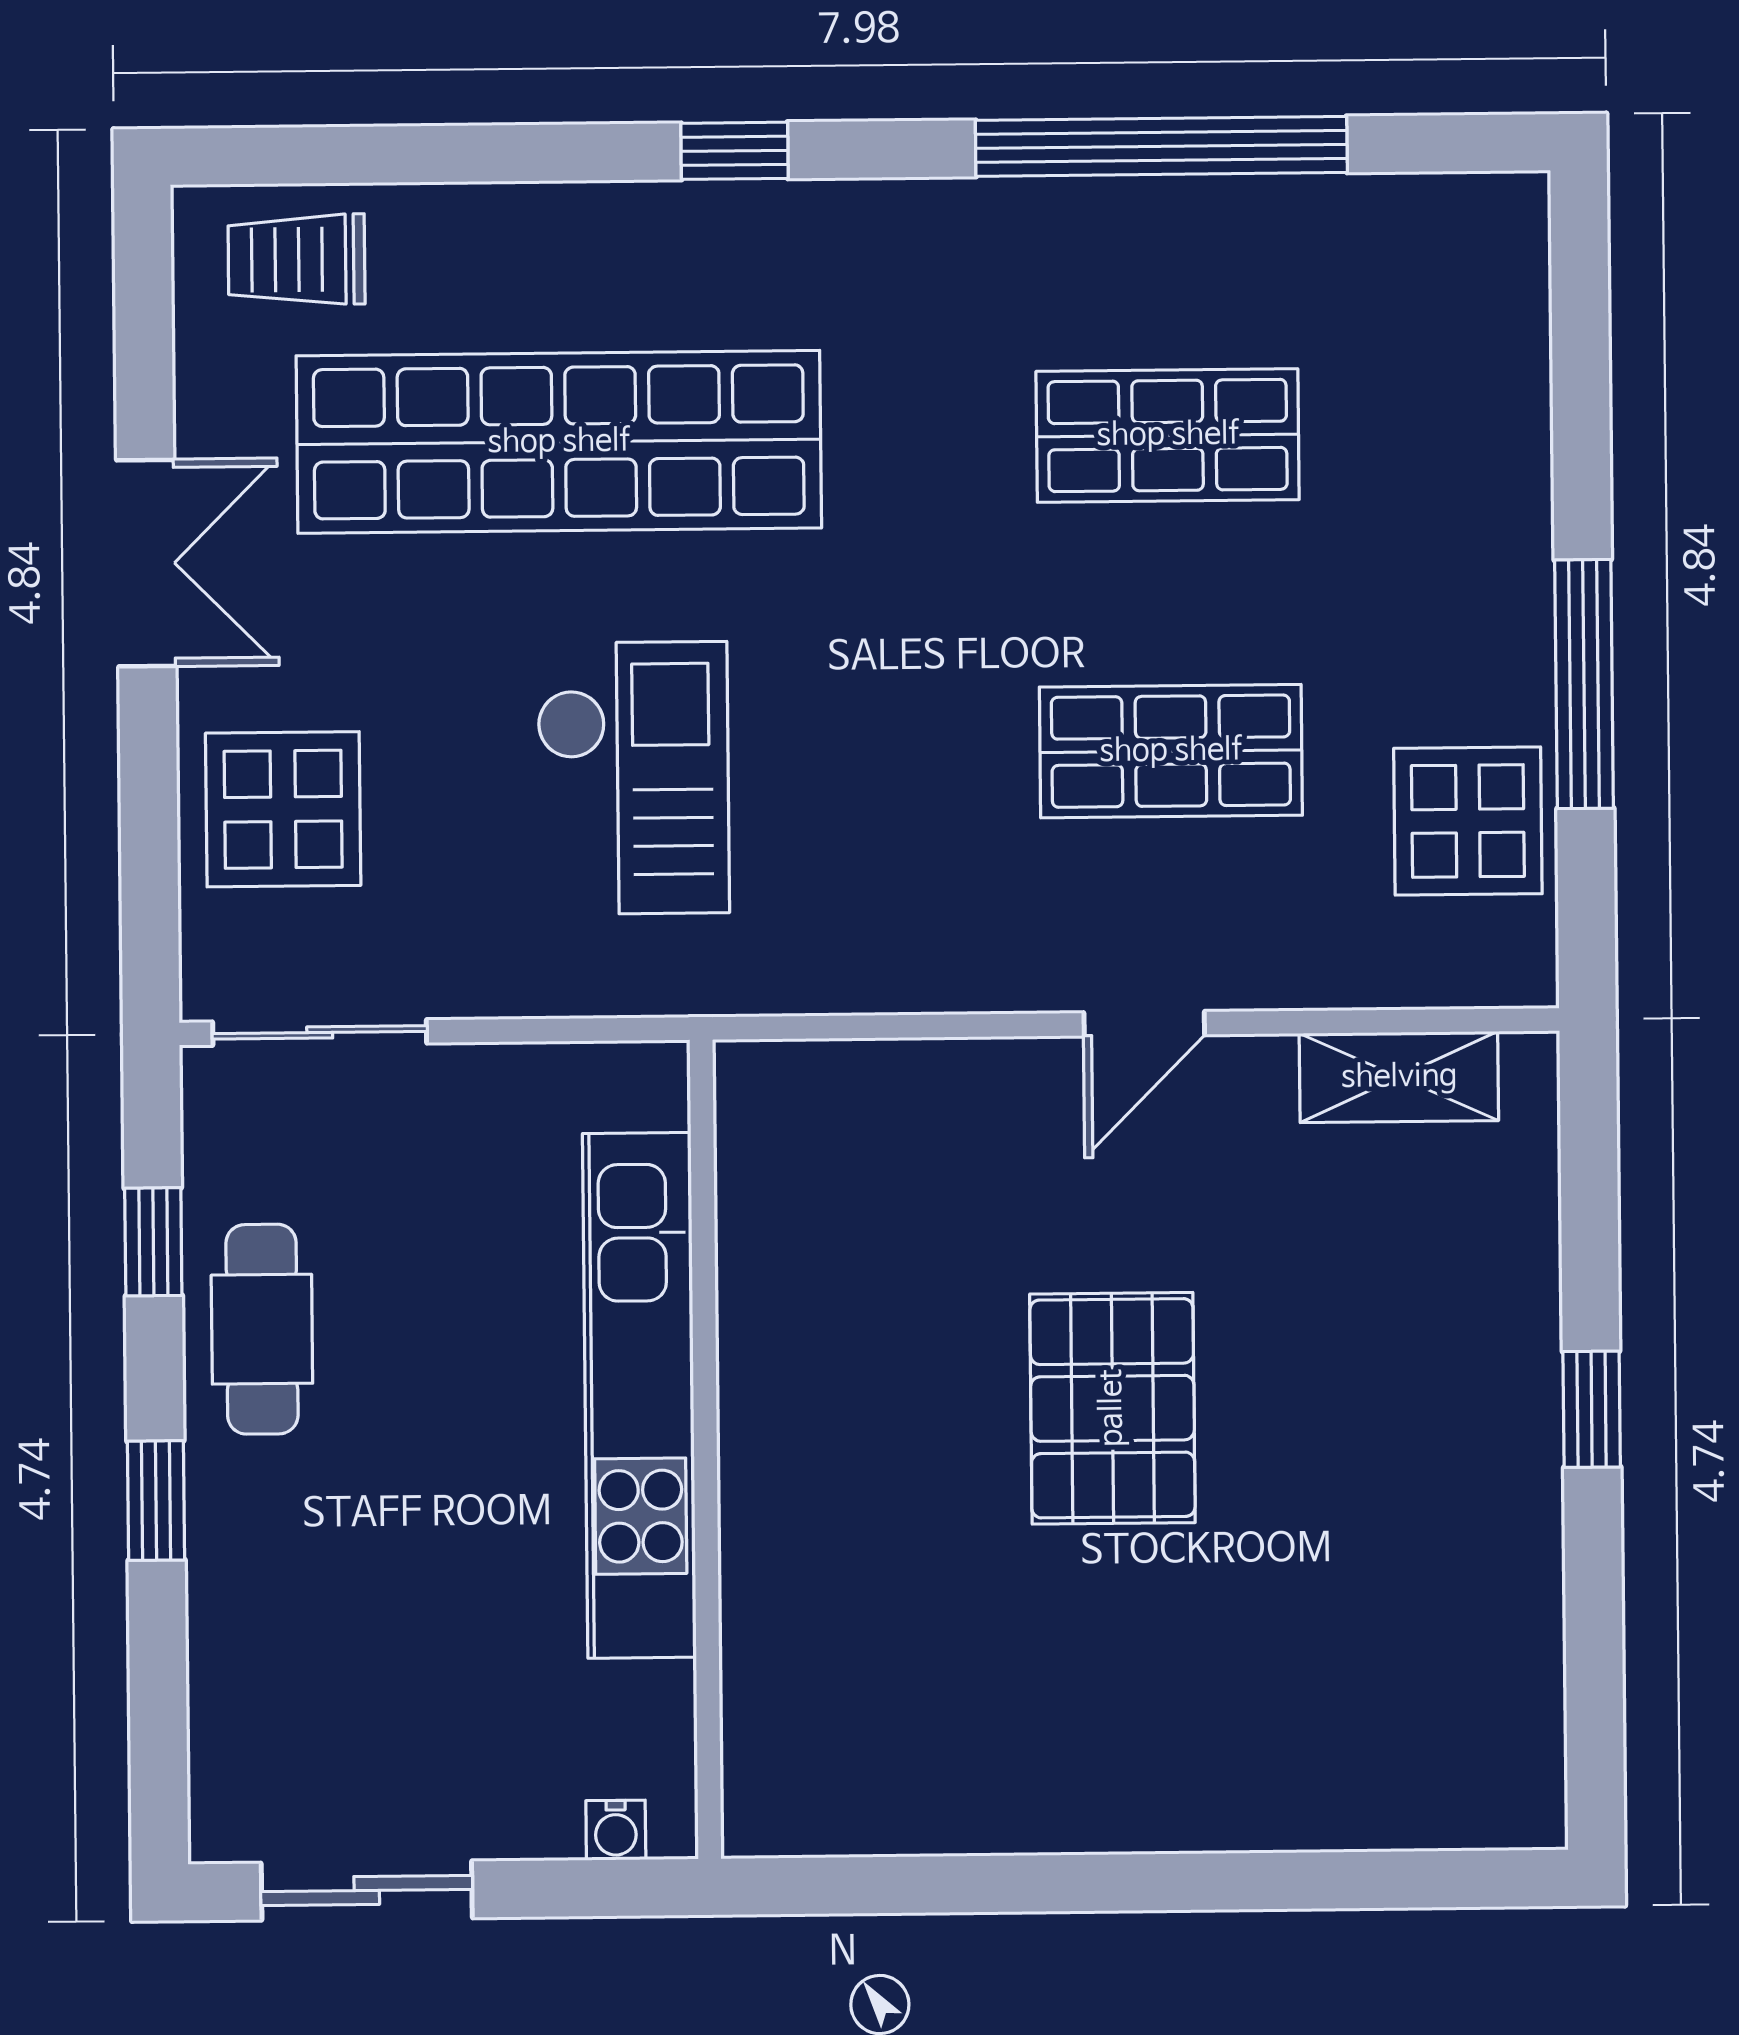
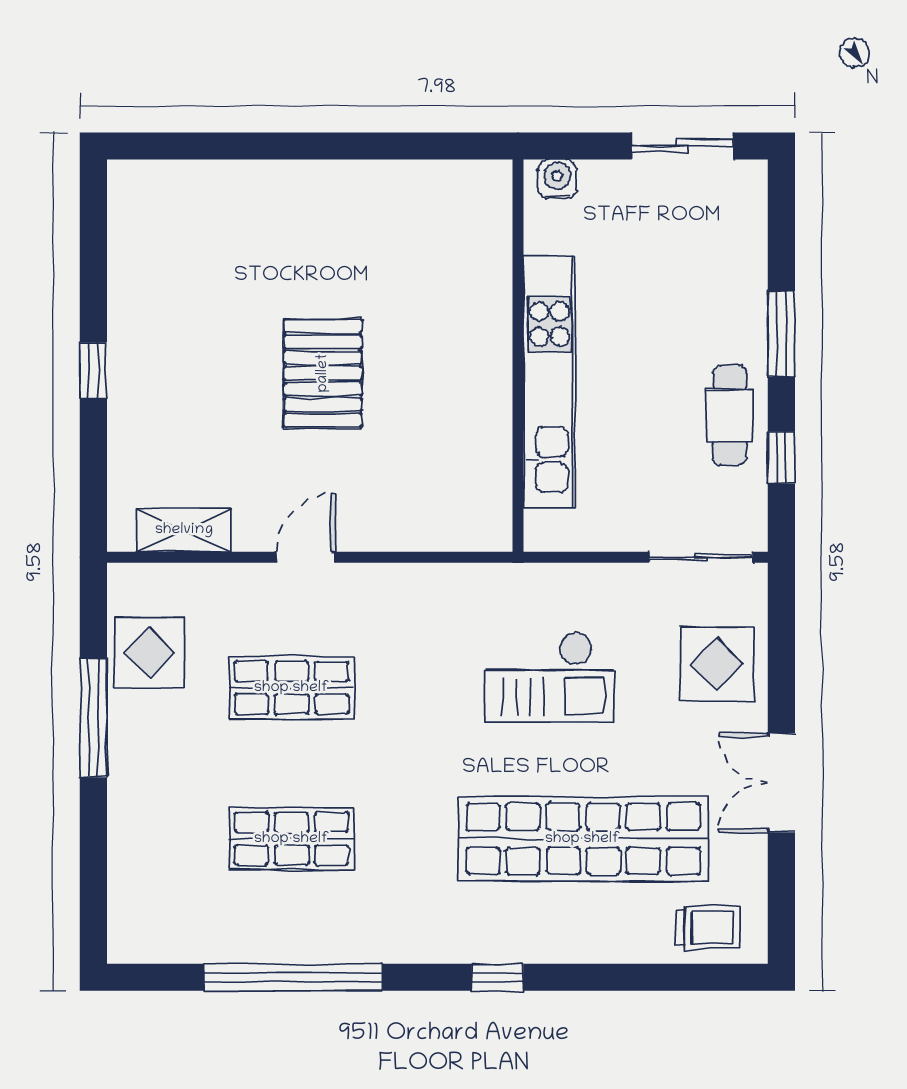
checkout: (633, 778) -> (549, 677), turned -90
window: (156, 1501) -> (781, 334), width x1.50
water cooler: (616, 1830) -> (557, 179), width x1.38, depth x1.38

